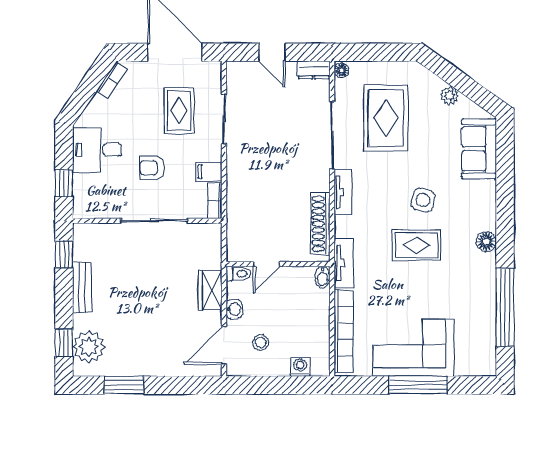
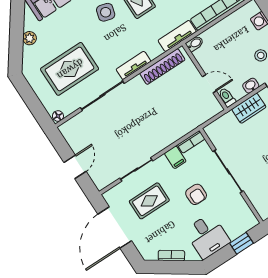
dresser: (314, 70) -> (69, 134), removed
bookcase: (112, 80) -> (171, 256), moved

